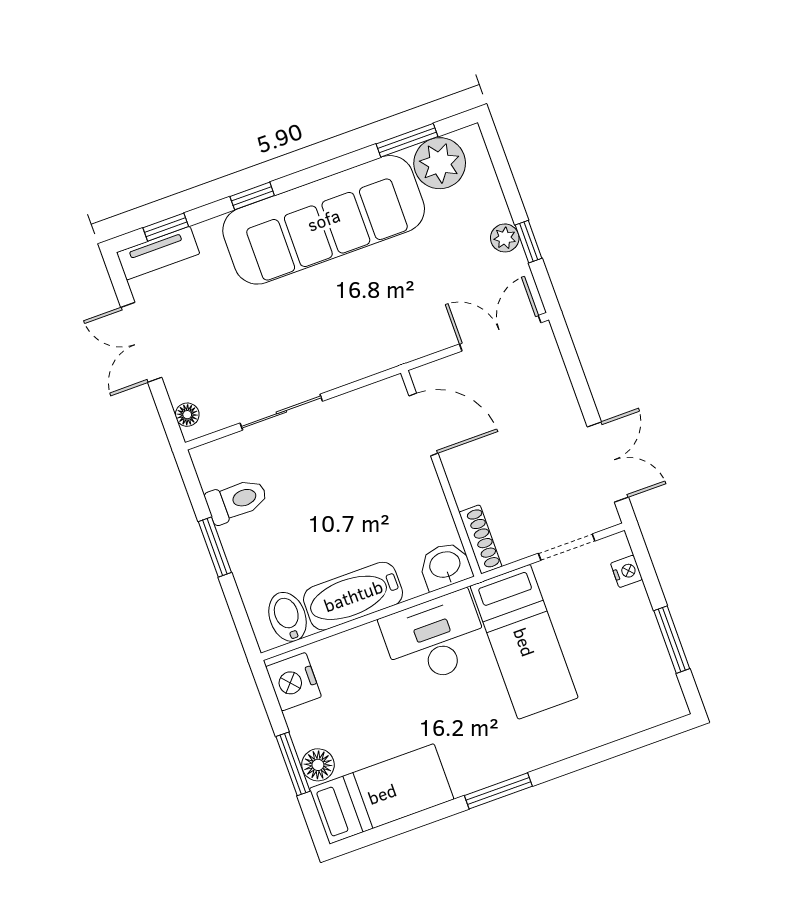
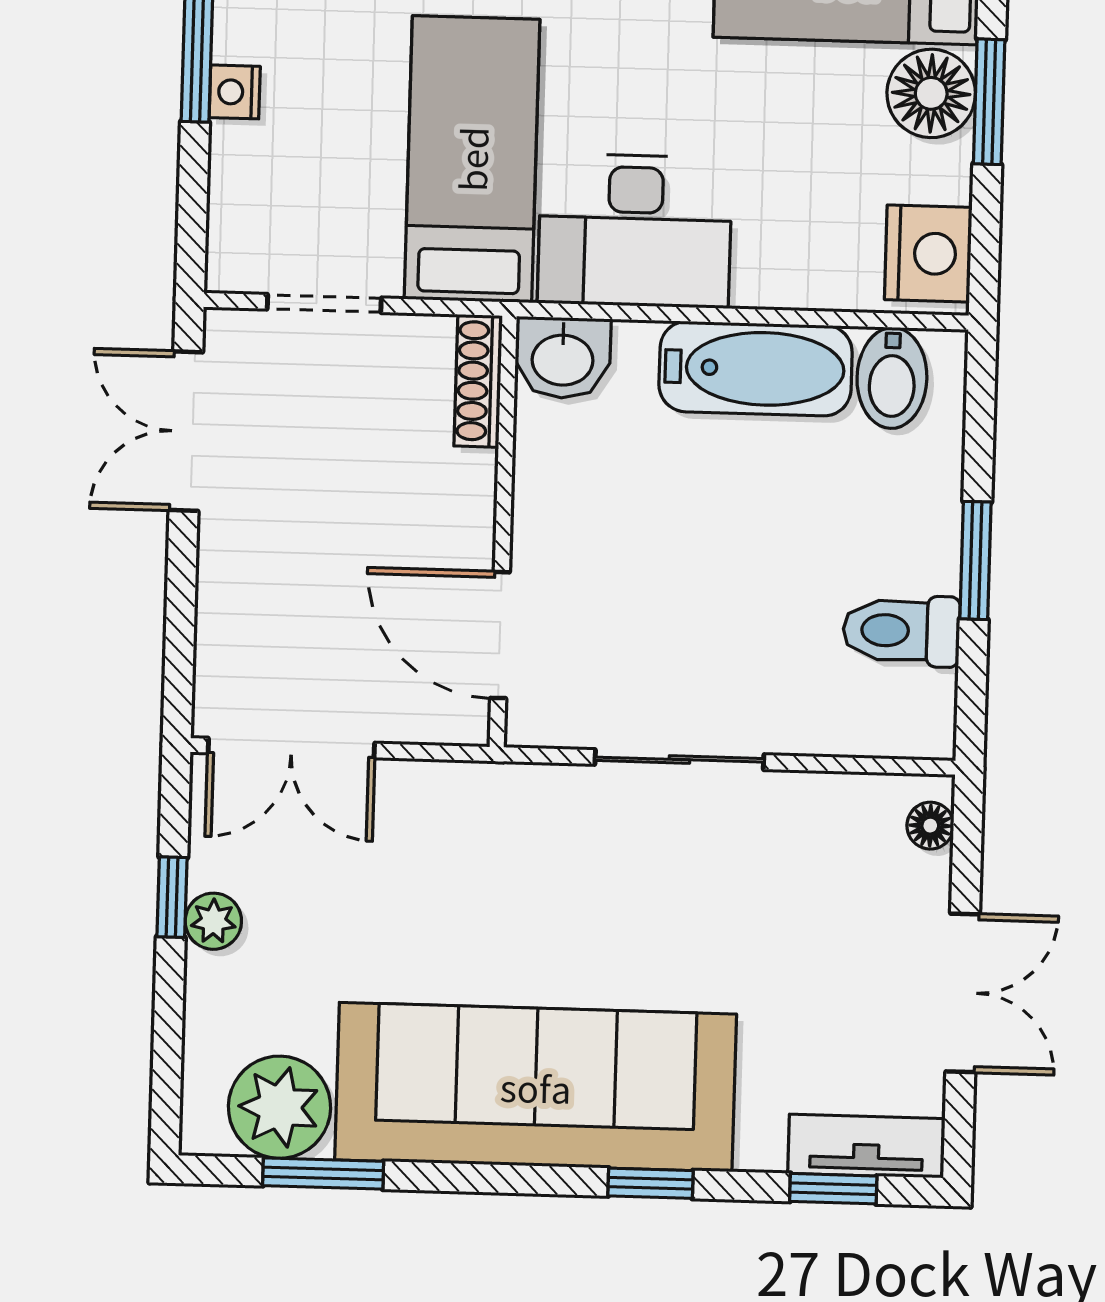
sliding door: (281, 412) -> (679, 760), moved
nightstand: (627, 571) -> (235, 92), moved
floor lamp: (318, 765) -> (931, 93), width x1.38, depth x1.38

